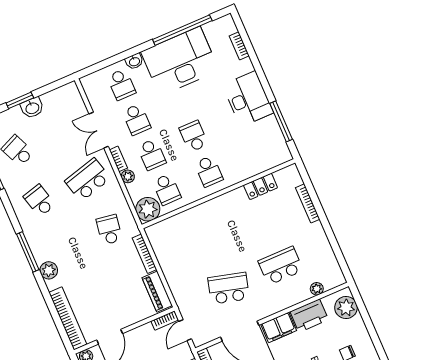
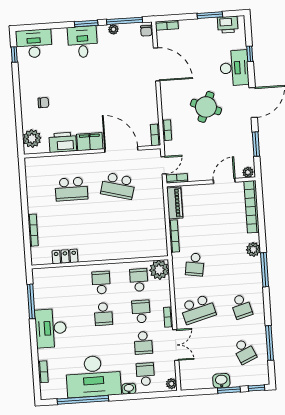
school desk: (137, 119) -> (143, 343), turned 180
plant: (128, 176) -> (171, 384), moved
plant: (317, 289) -> (50, 161), removed

